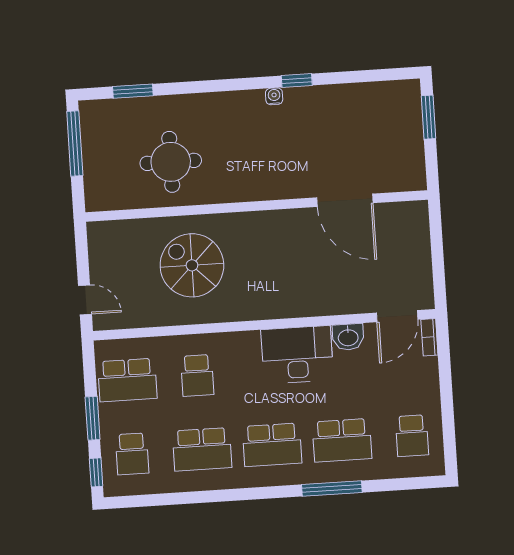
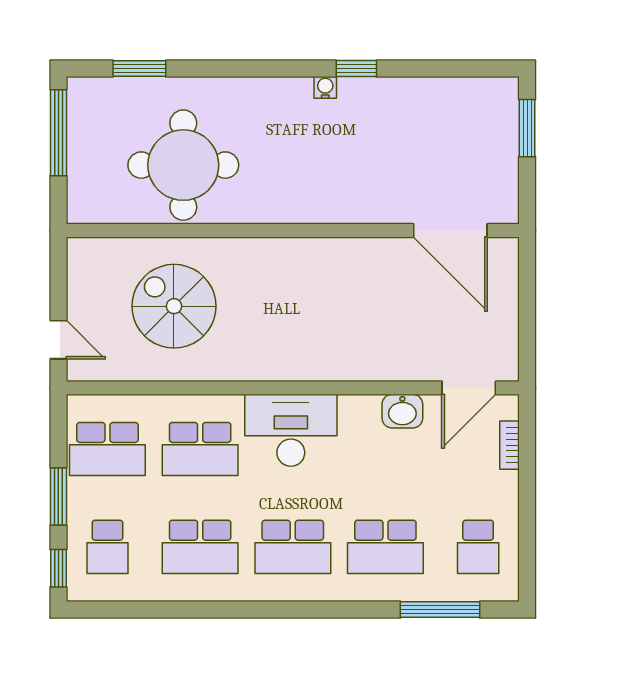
round table: (171, 162) -> (183, 165), width x1.36, depth x1.36
door: (345, 200) -> (450, 231), moved
spiral stairs: (192, 265) -> (174, 306), moved
bookcase: (429, 337) -> (510, 445), moved
desk: (297, 355) -> (291, 430), moved
school desk: (197, 375) -> (200, 449), width x1.85
window: (332, 489) -> (440, 610), moved

